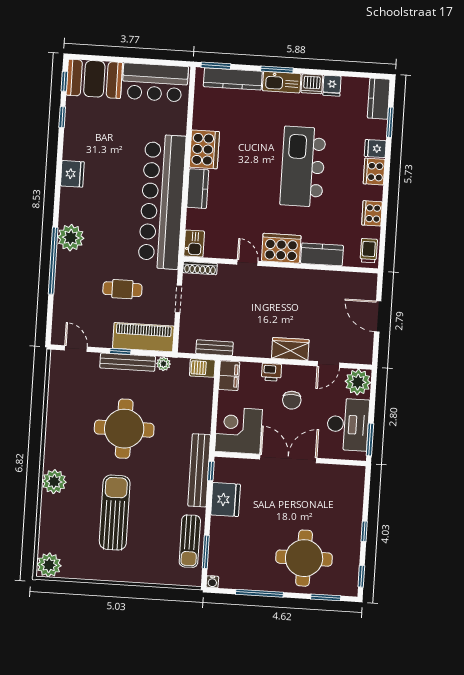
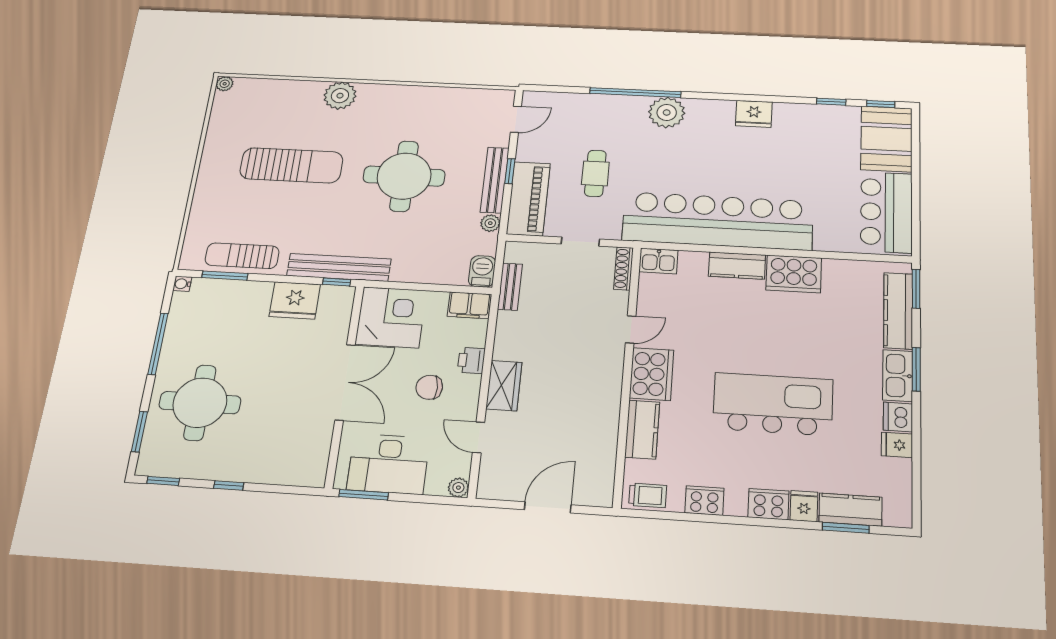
kitchen counter: (379, 99) -> (851, 510), moved
plant: (358, 382) -> (458, 488), width x0.53, depth x0.53
plant: (49, 565) -> (225, 84), width x0.53, depth x0.53

